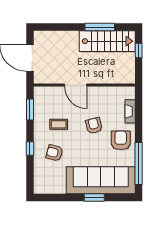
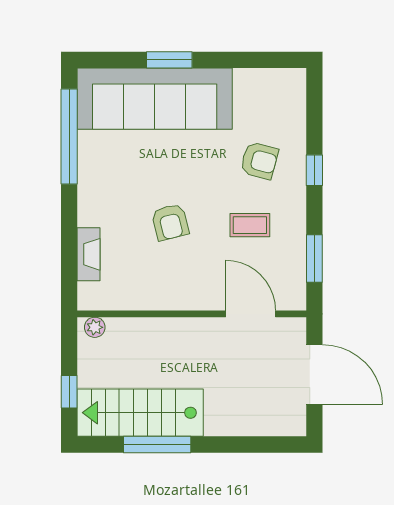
plant: (127, 79) -> (95, 327), added
door: (76, 85) -> (251, 314), moved
armchair: (121, 140) -> (110, 189), removed

